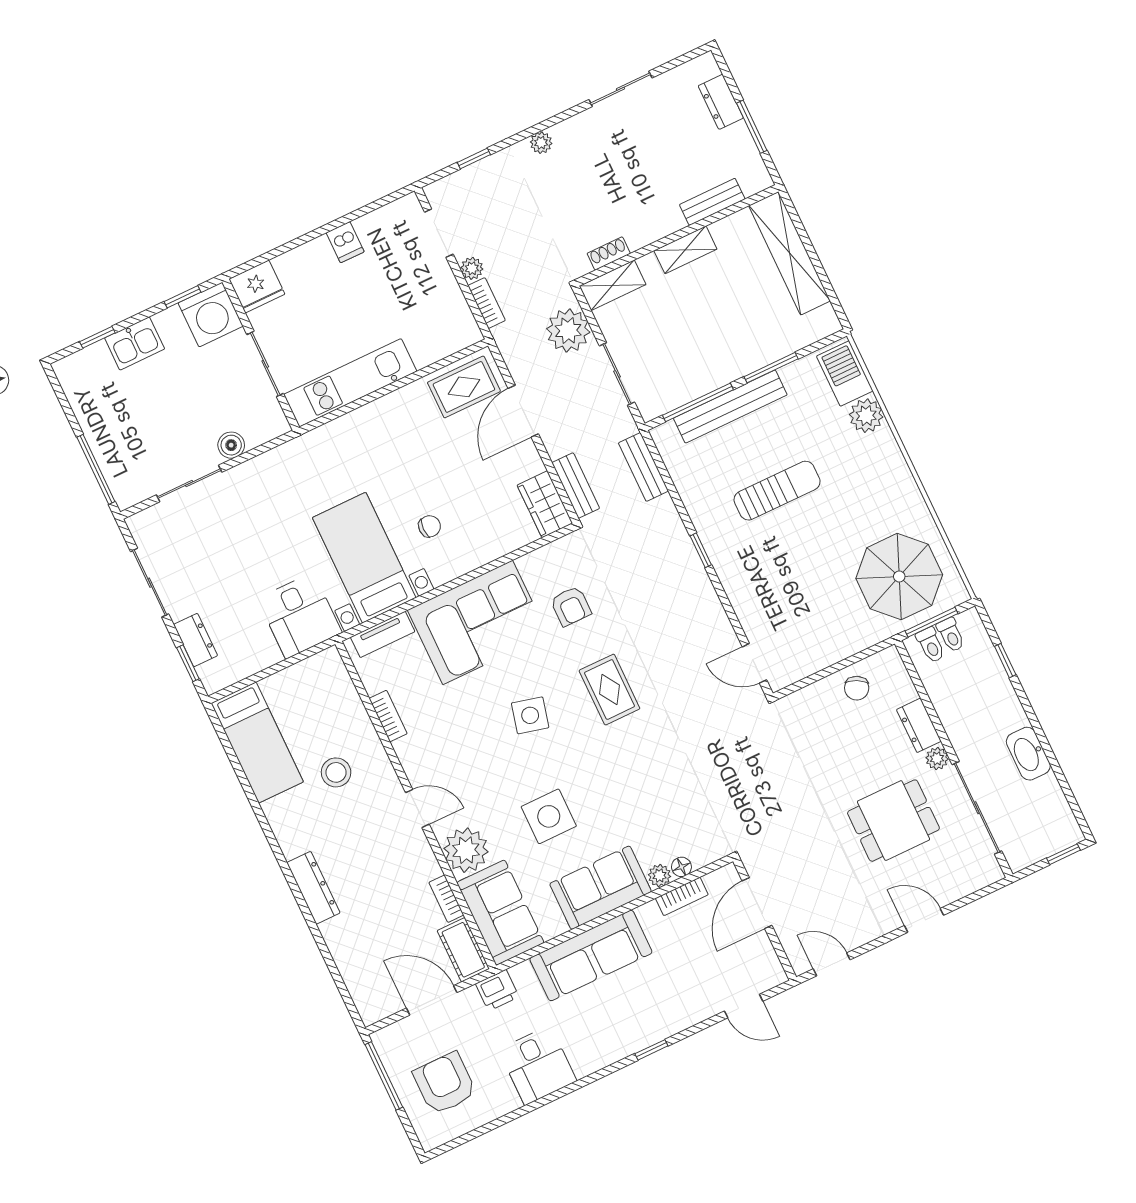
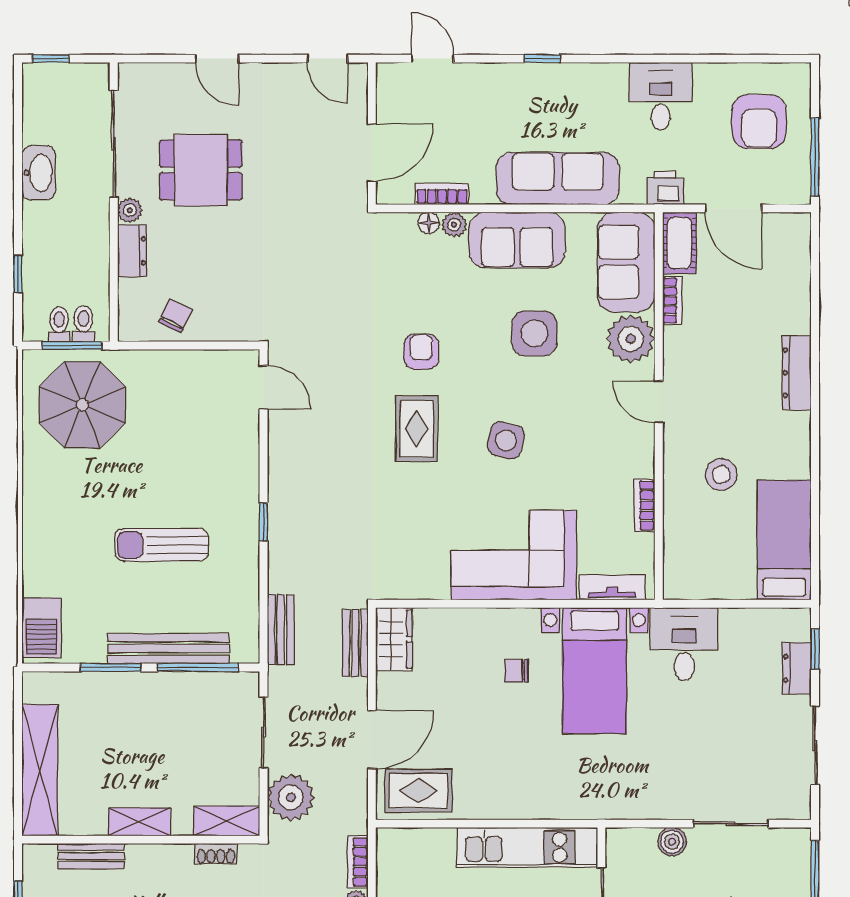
plant: (866, 416) -> (40, 577), removed
armchair: (571, 606) -> (421, 352), moved

